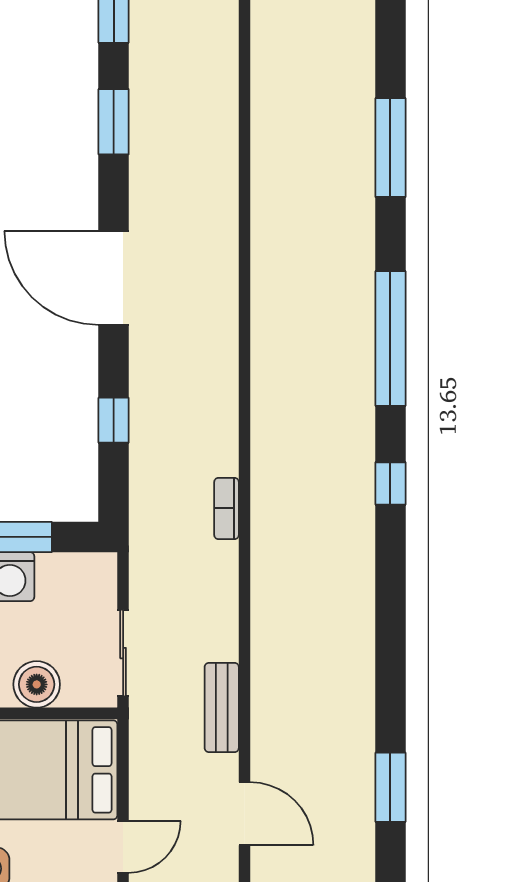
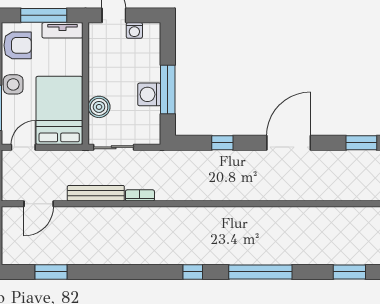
window: (390, 148) -> (349, 272), width x0.69
bookcase: (226, 508) -> (140, 195), moved
bench: (222, 707) -> (96, 193), width x1.36
door: (123, 847) -> (23, 147), swing flipped

